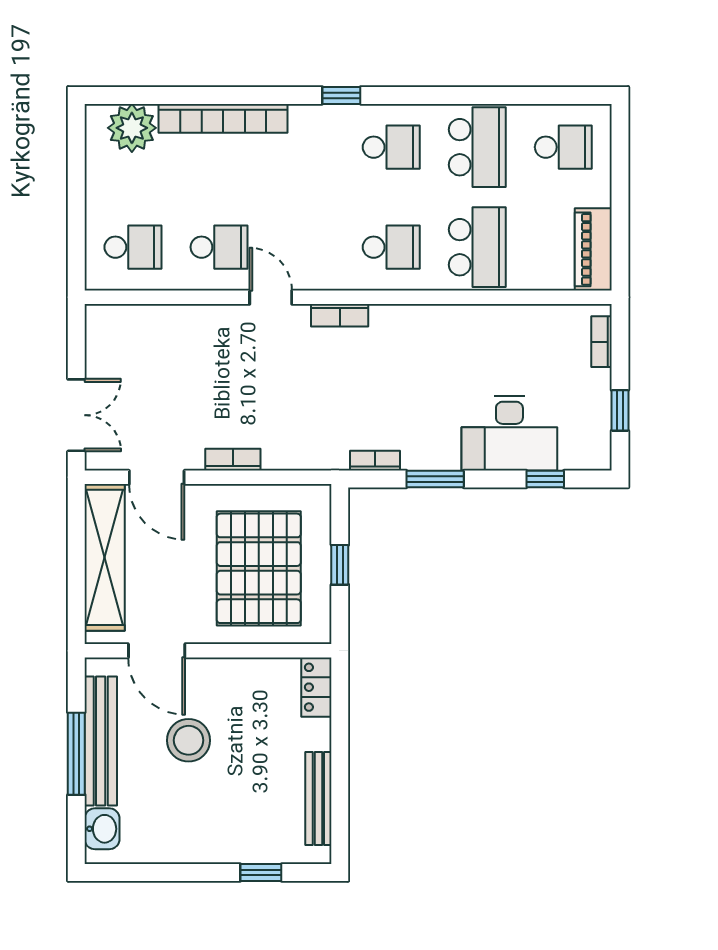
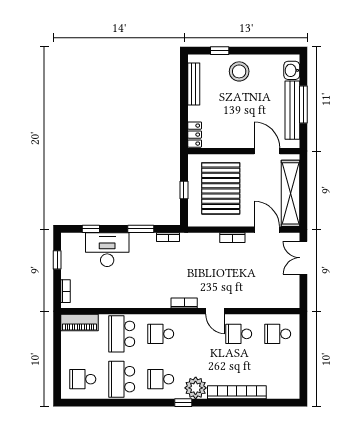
plant: (132, 128) -> (196, 388), moved
piano: (593, 249) -> (79, 323), moved, turned 90
stool: (189, 740) -> (239, 71), moved

